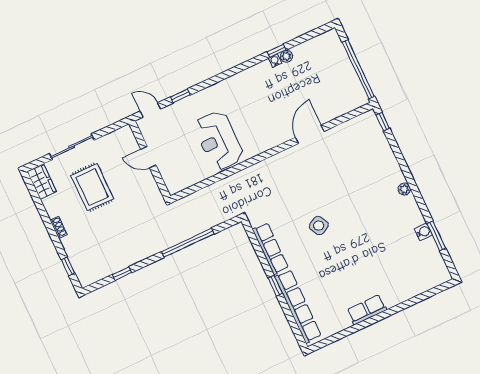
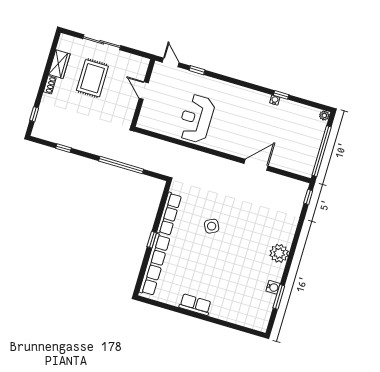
plant: (286, 56) -> (324, 115), moved
wardrobe: (42, 182) -> (59, 64), moved
plant: (404, 189) -> (279, 253), width x1.88, depth x1.88

